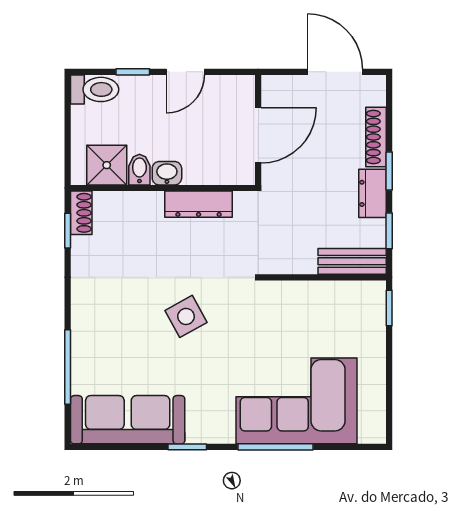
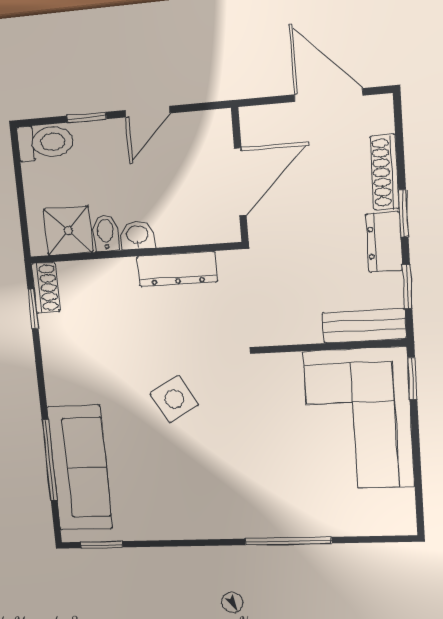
corner sofa: (297, 401) -> (359, 419), moved, turned -90
sofa: (128, 420) -> (80, 468), moved, turned 90
window: (187, 447) -> (102, 545), moved

